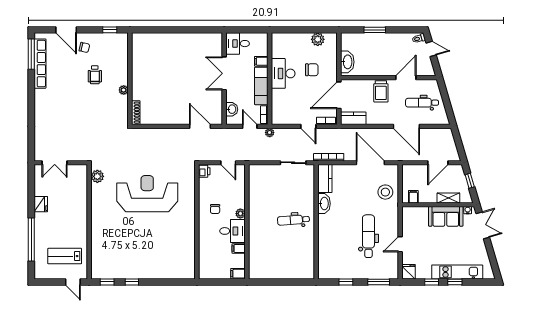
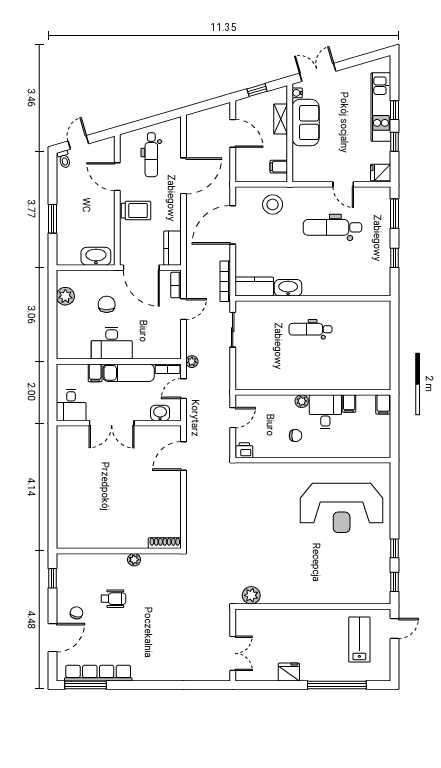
reception desk: (147, 194) -> (342, 508), moved, turned -90
dental chair: (293, 220) -> (310, 329), turned 94
lab bench: (65, 256) -> (359, 640), turned 180

